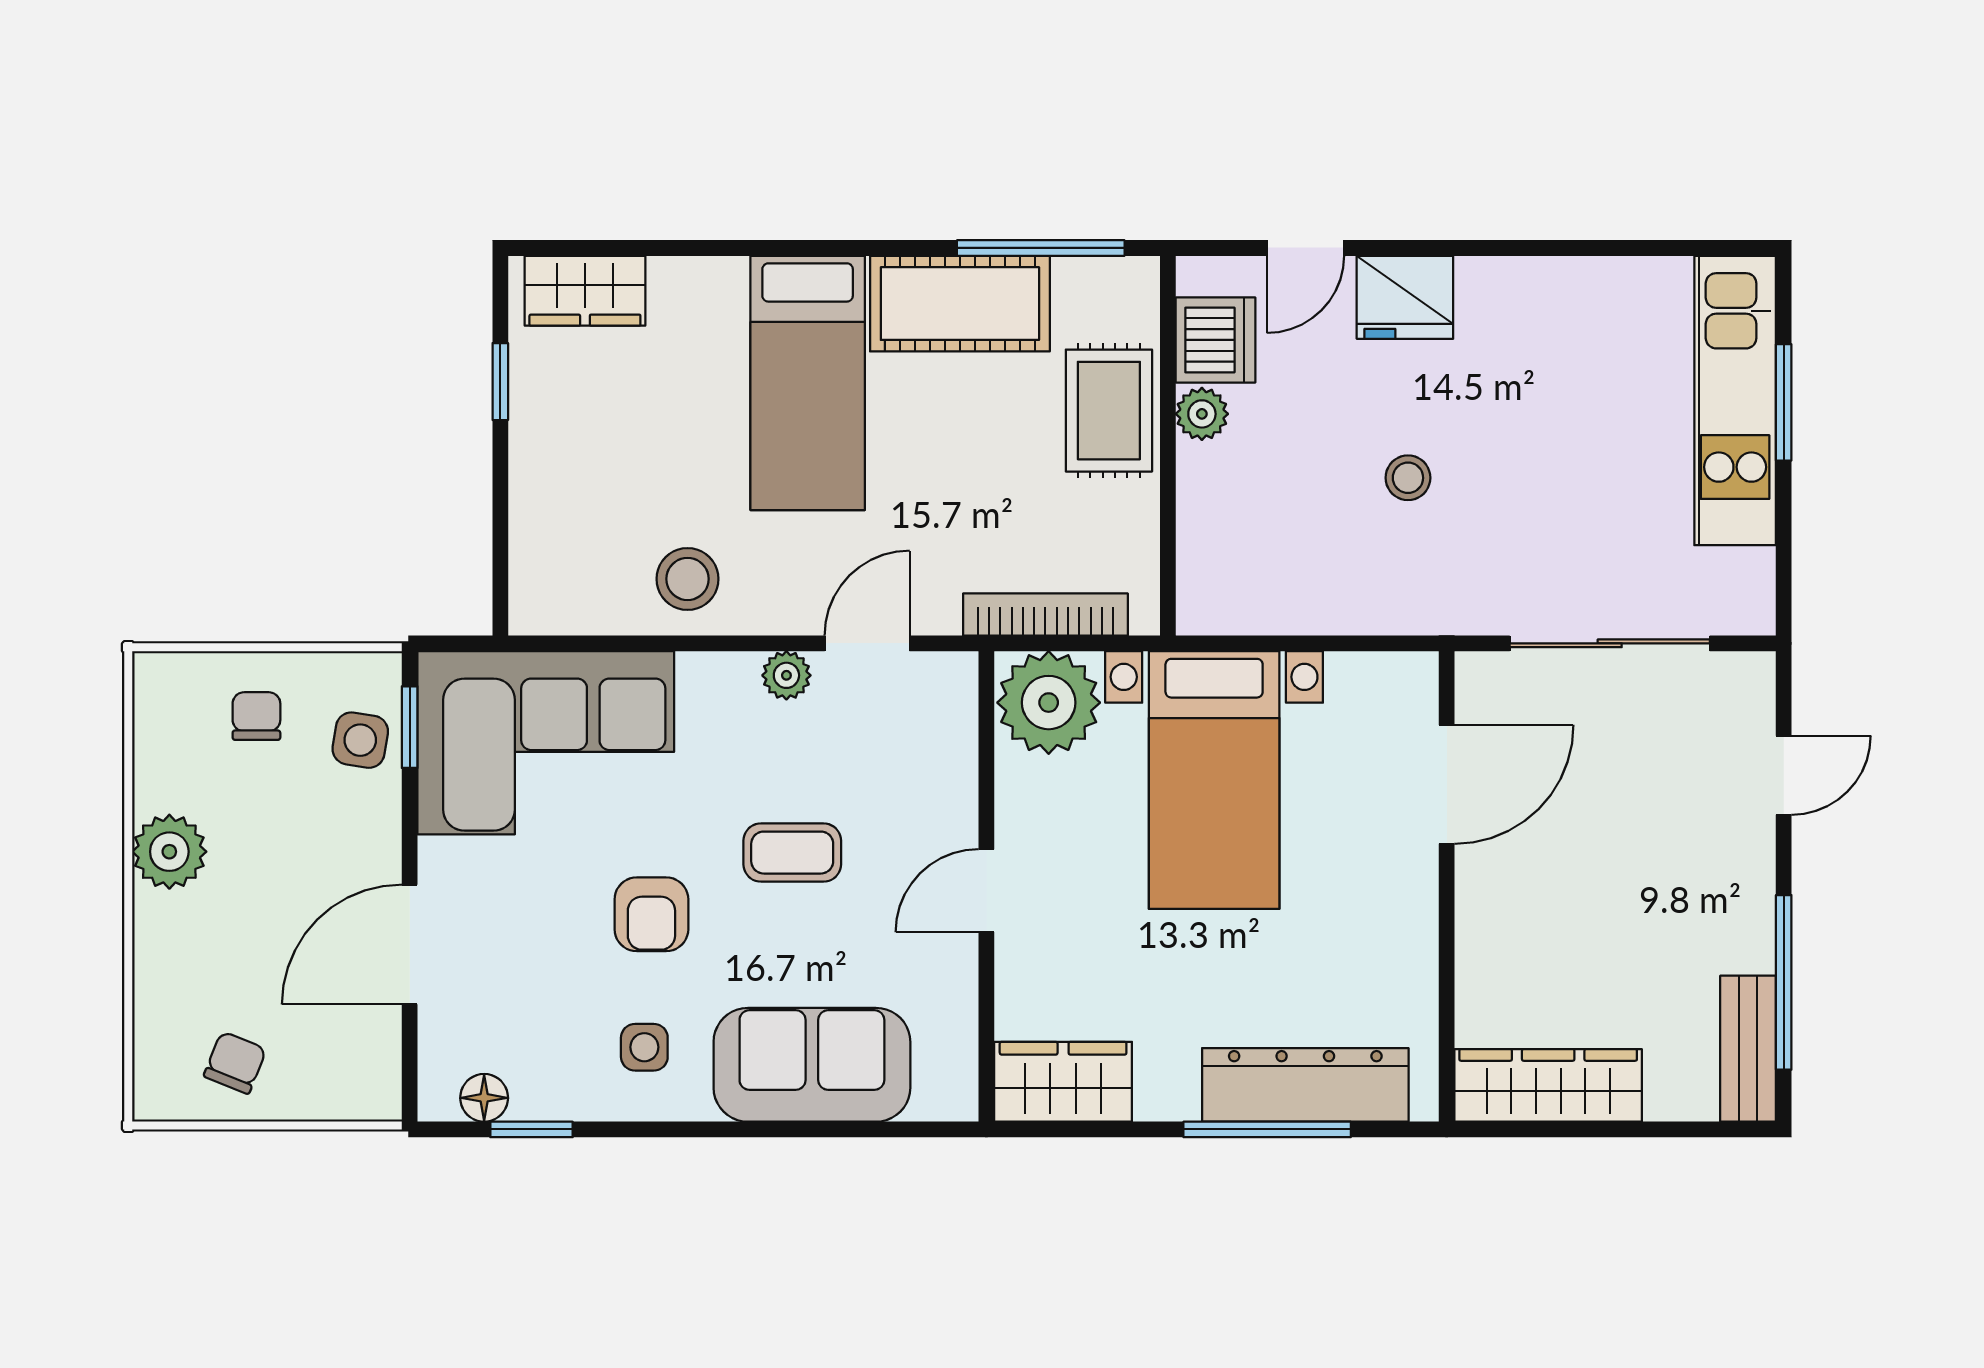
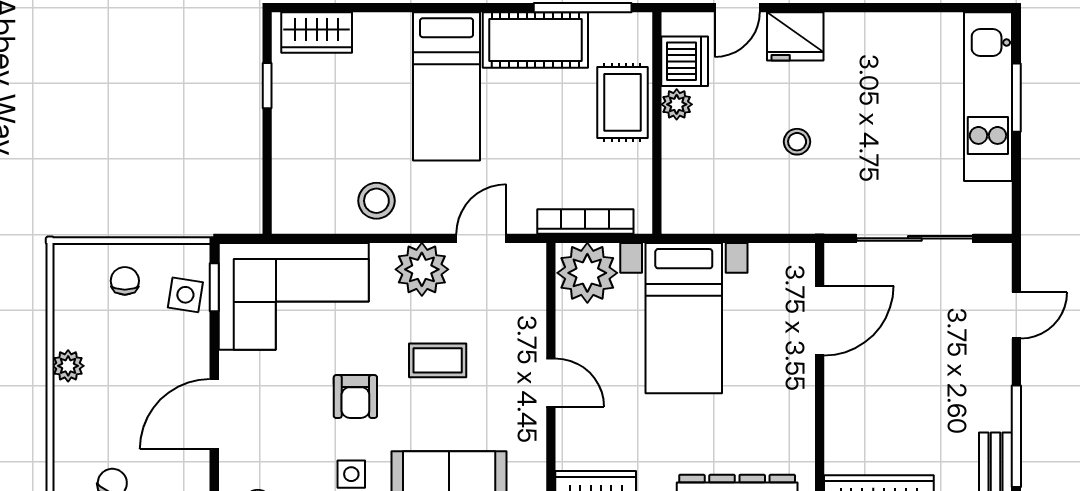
plant: (786, 675) -> (422, 269), width x1.87, depth x1.87
plant: (169, 852) -> (68, 366), width x0.73, depth x0.73
door: (986, 891) -> (551, 383), swing flipped

